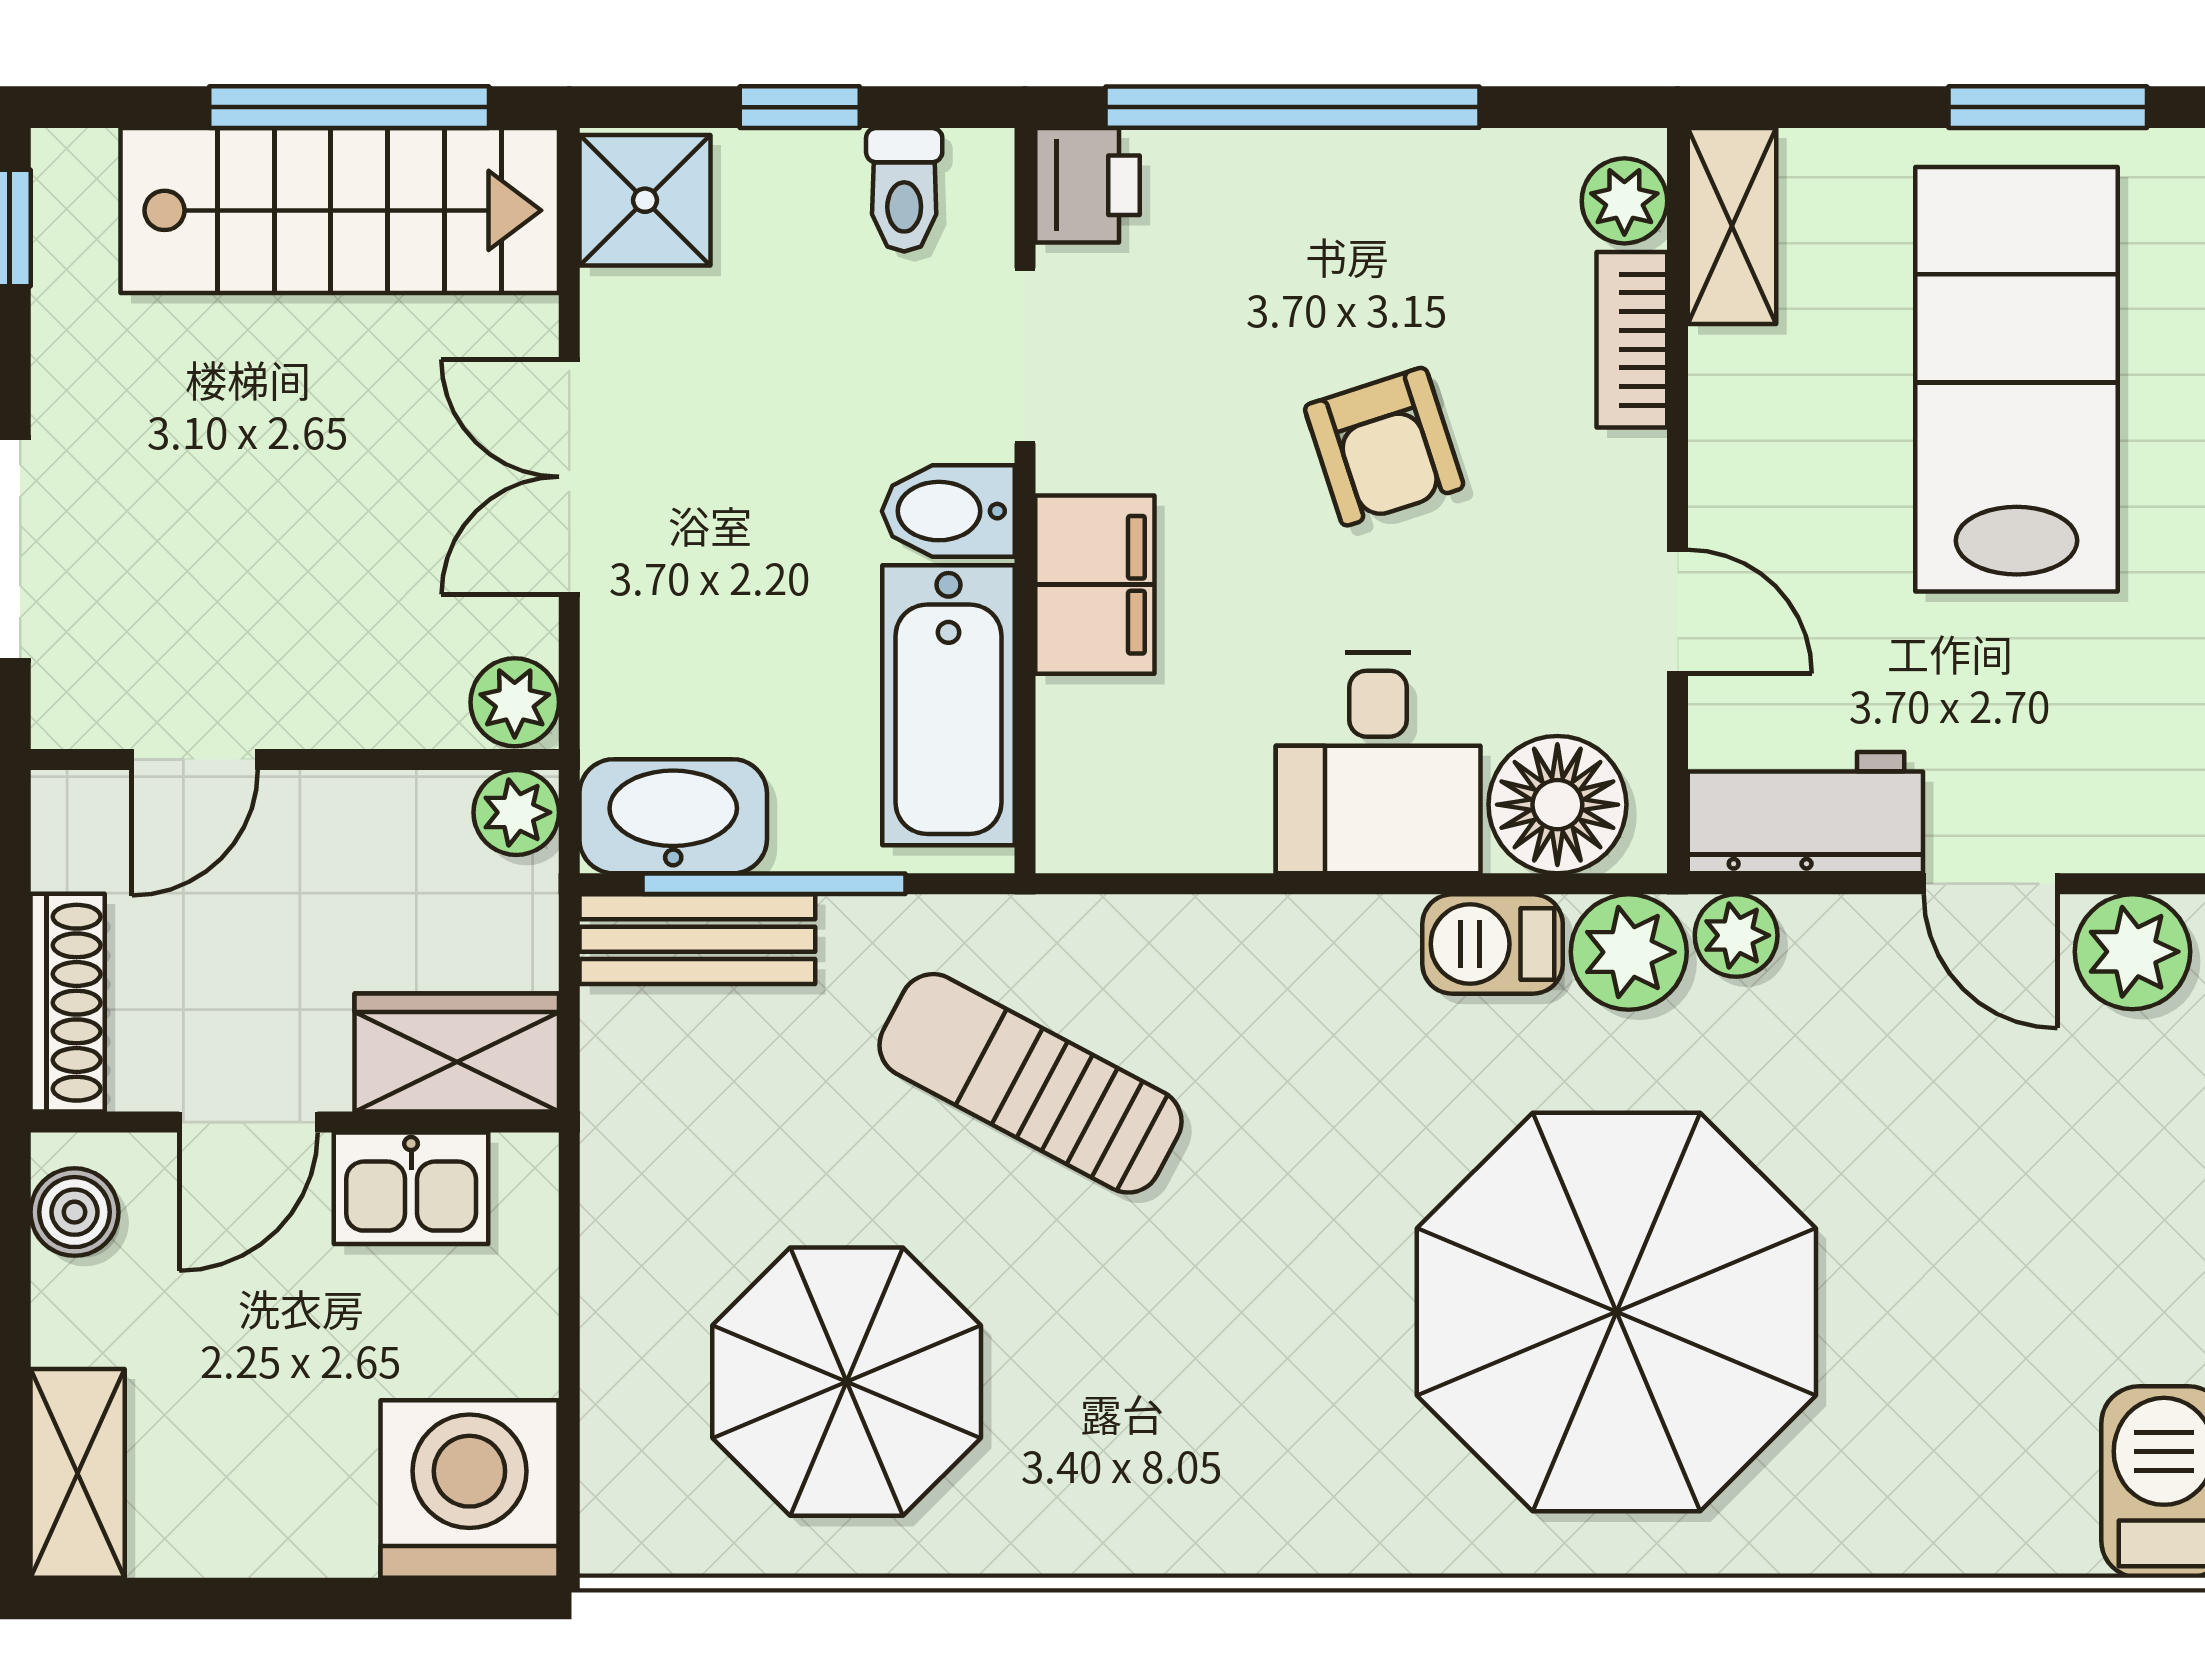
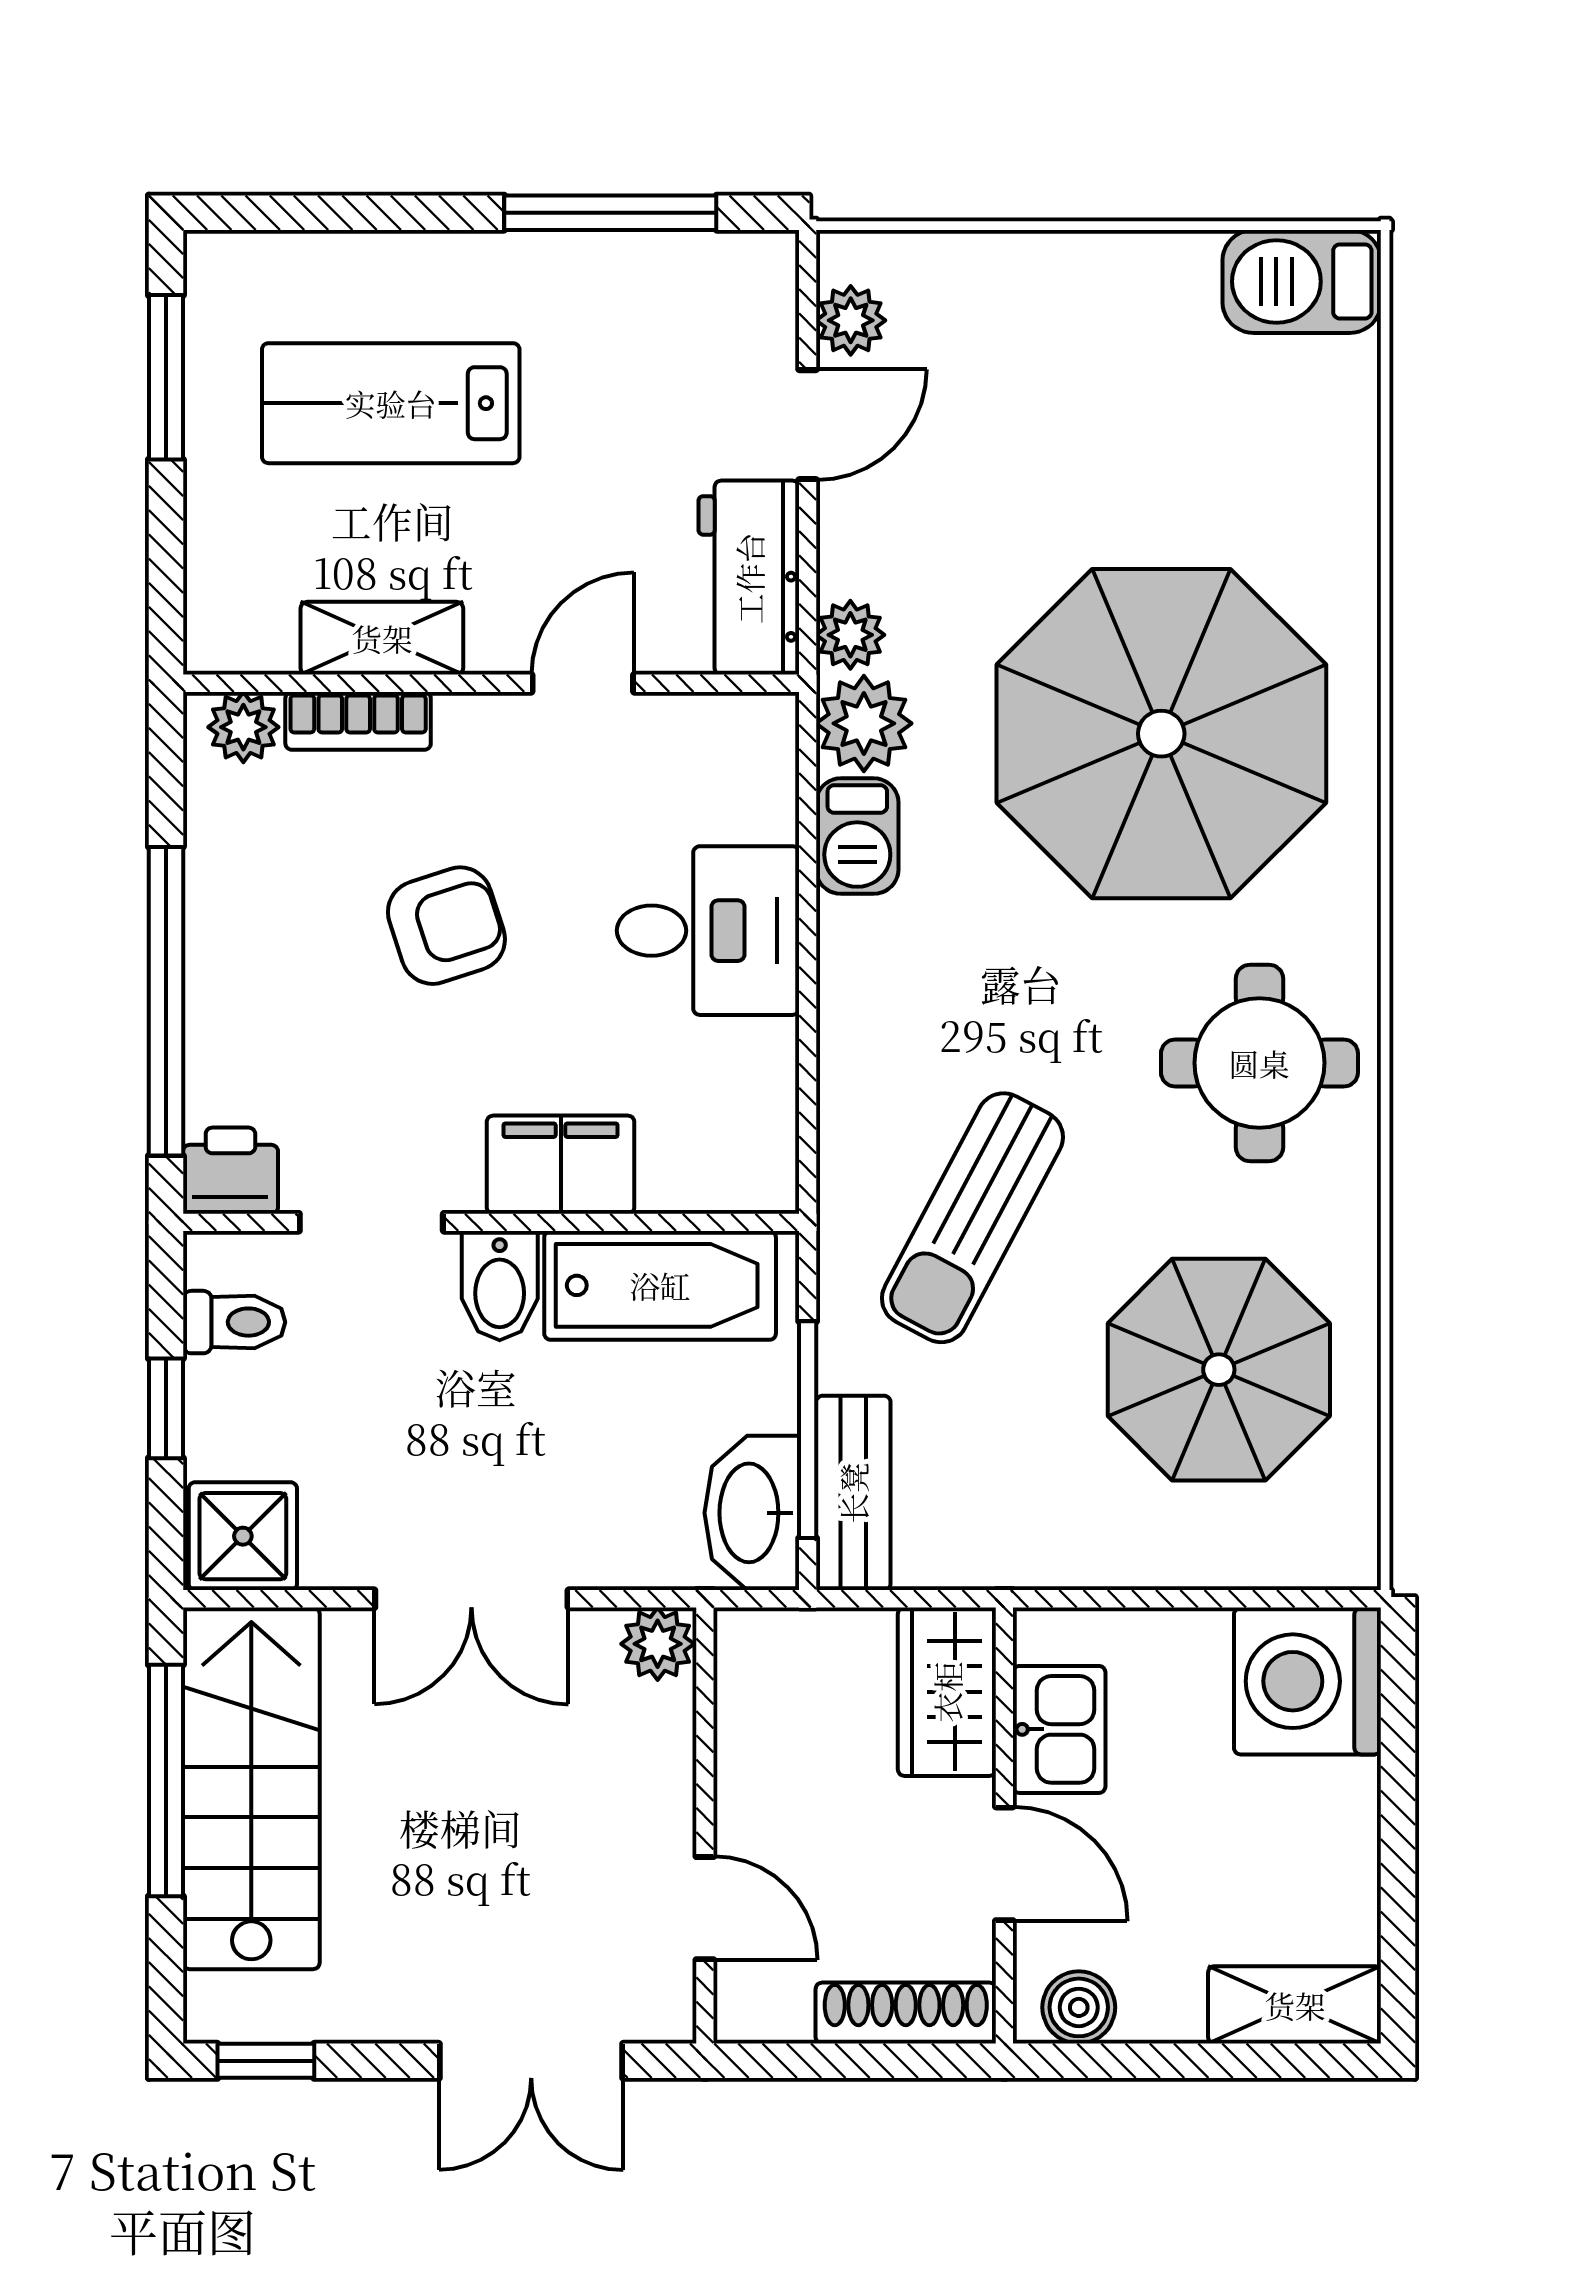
shelving: (1732, 226) -> (382, 638), moved
lab bench: (2017, 379) -> (391, 403), width x0.73, depth x0.72
floor lamp: (1557, 805) -> (742, 782), removed
plant: (516, 812) -> (749, 1643), removed
plant: (2132, 952) -> (851, 320), width x0.73, depth x0.73
round table: (1218, 1431) -> (1259, 1063), added

